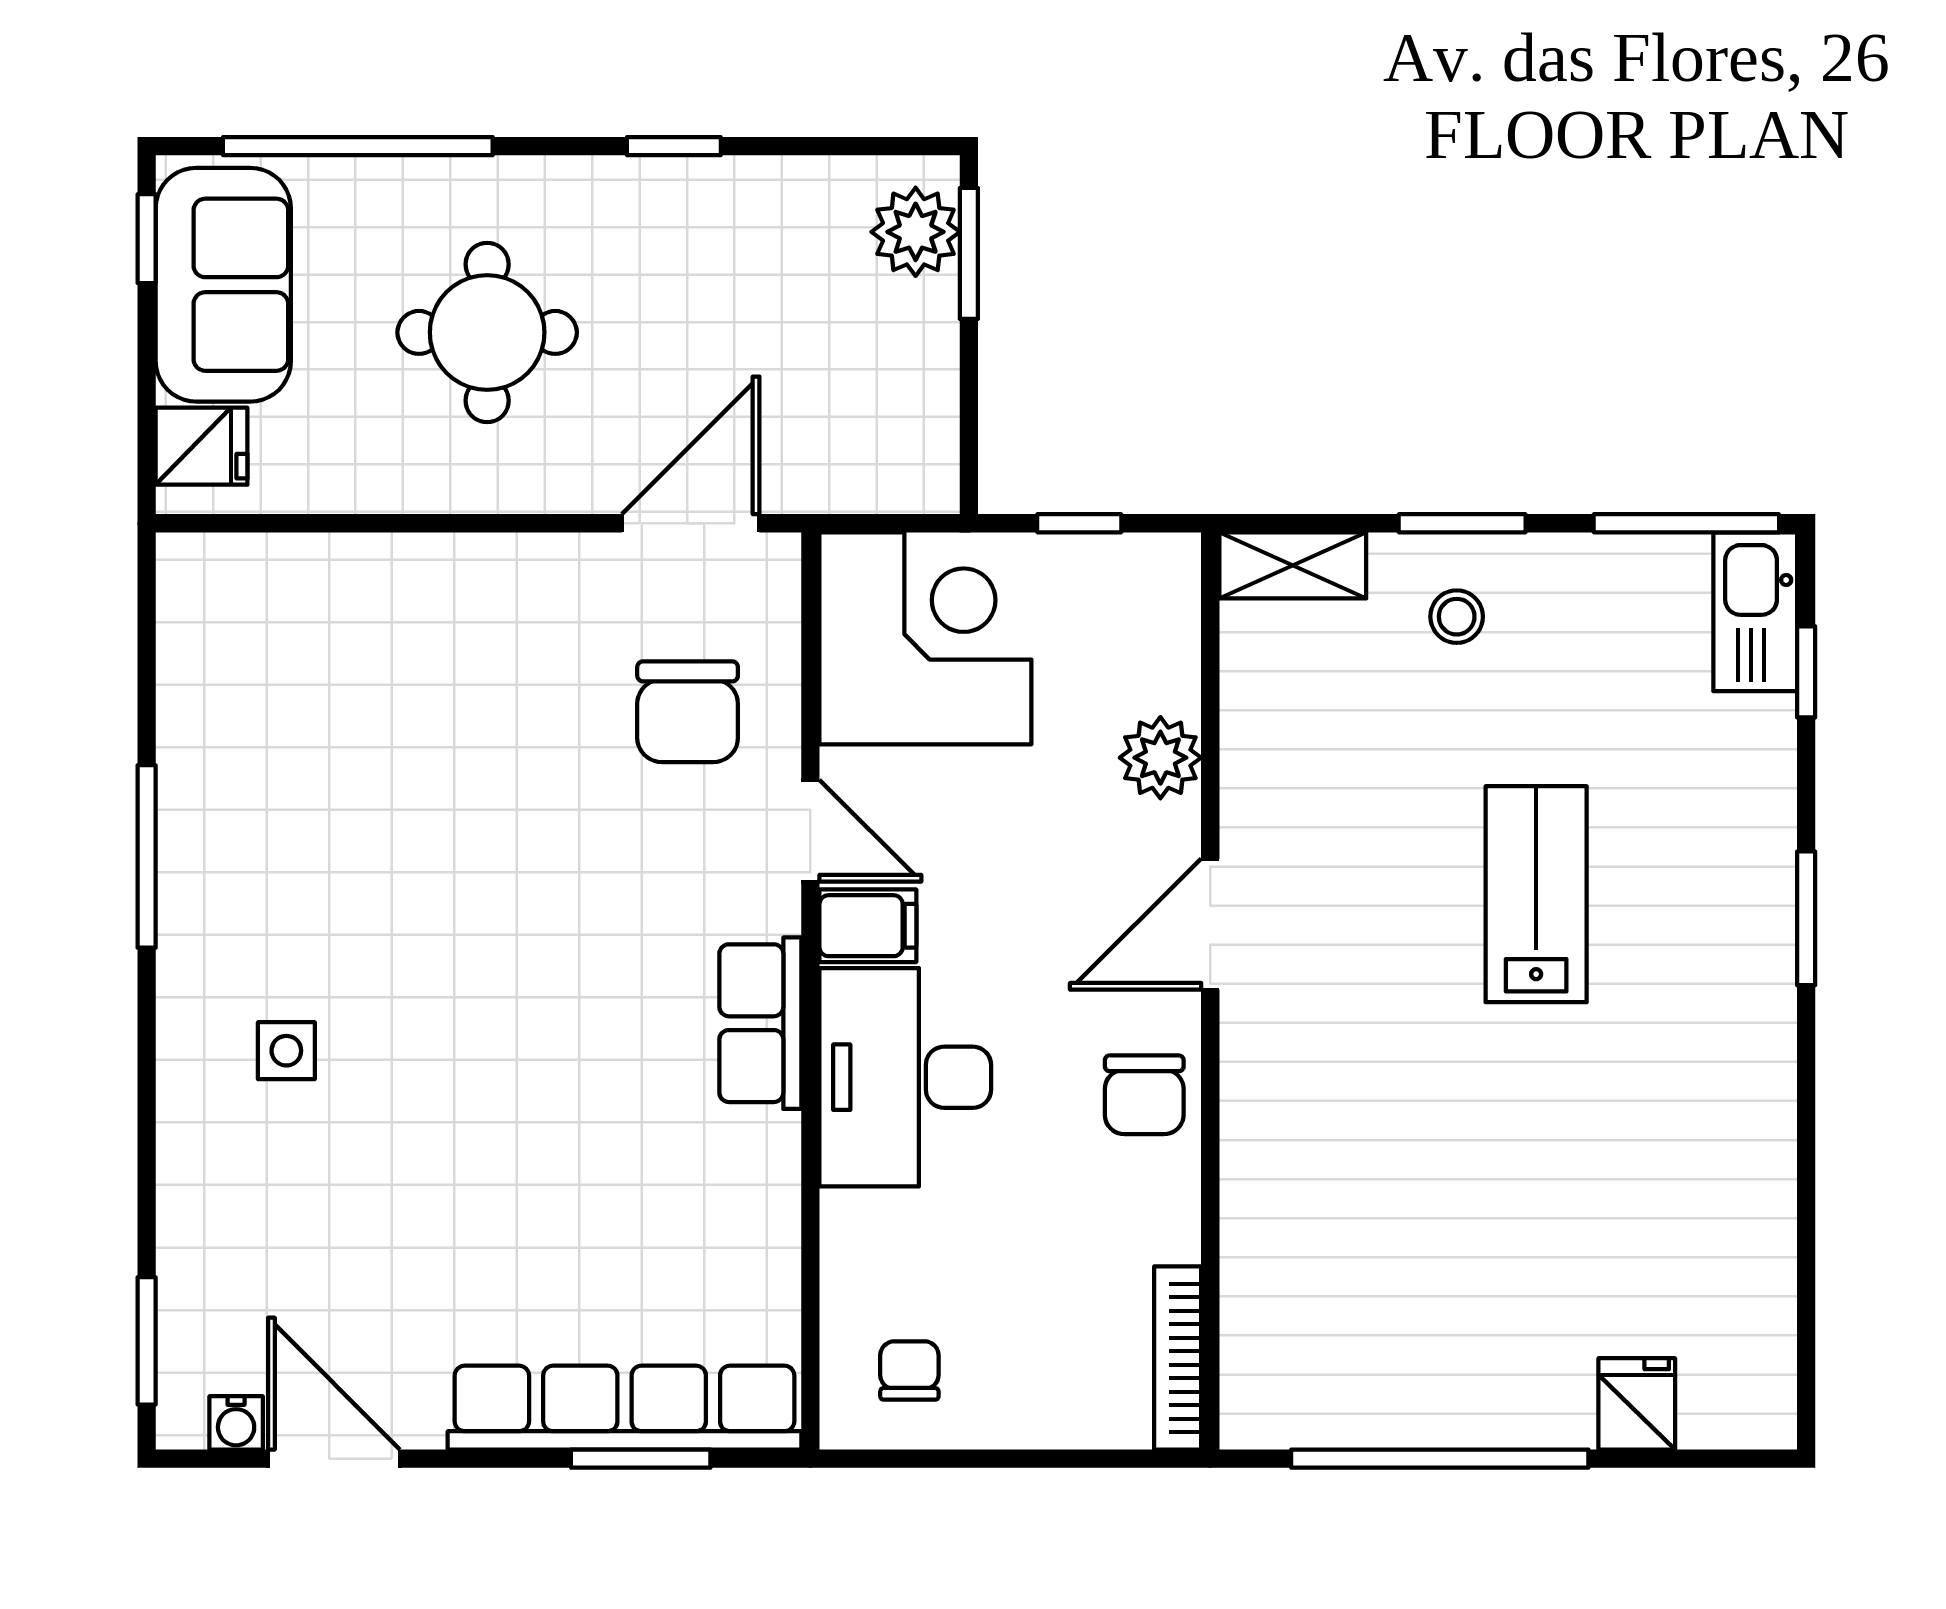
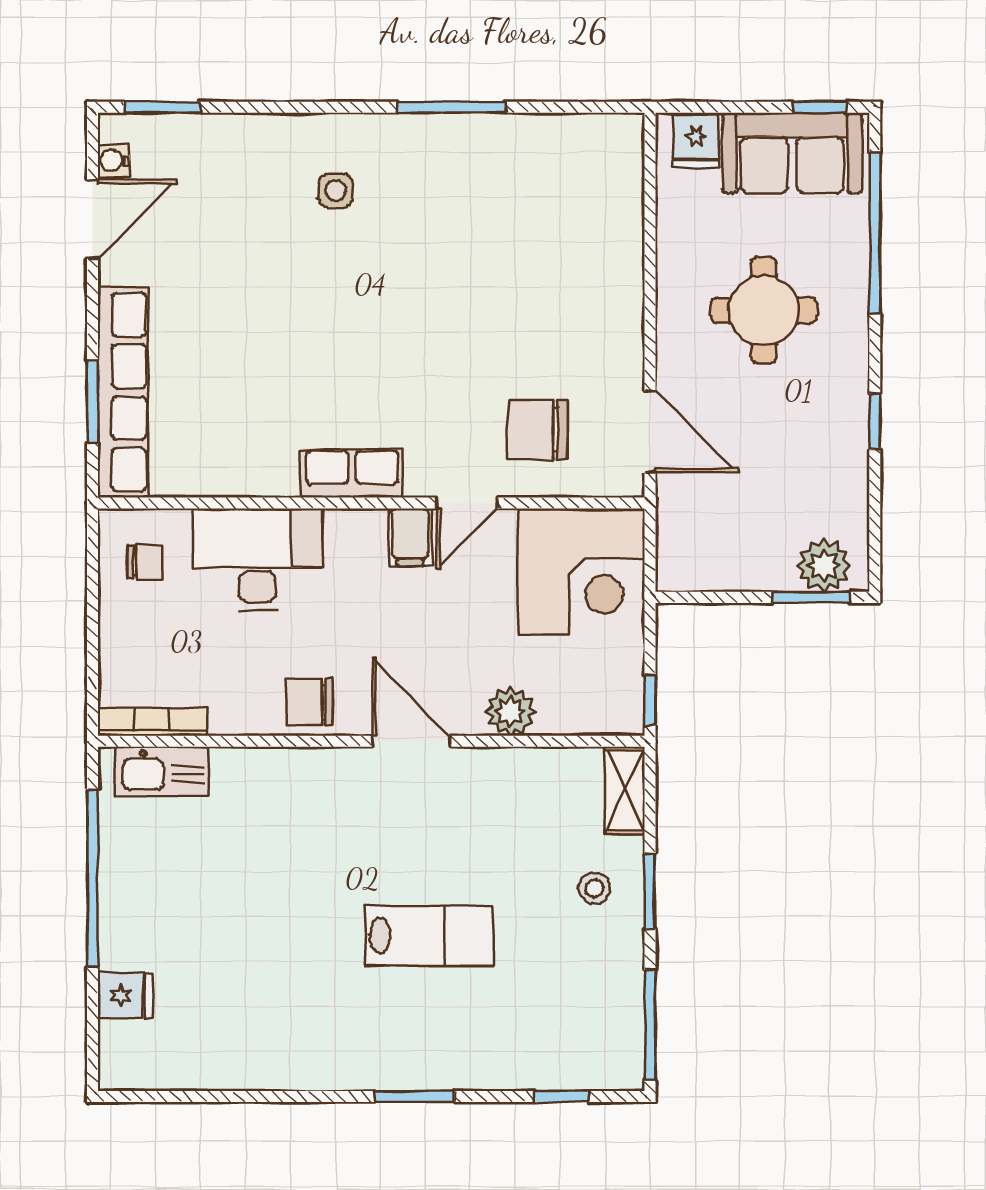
window: (1079, 523) -> (650, 700), moved
kitchen sink: (1755, 612) -> (162, 772), moved, turned 180
desk: (905, 1077) -> (257, 559), moved

